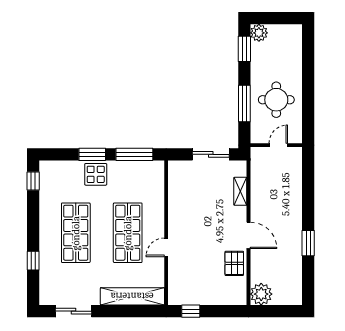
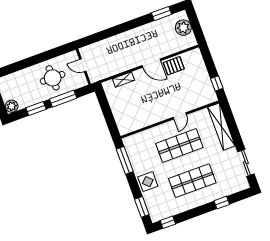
window: (244, 49) -> (36, 109), moved
window: (92, 154) -> (142, 207), moved
sliding door: (211, 154) -> (106, 109), removed
door: (248, 235) -> (151, 63), swing flipped
window: (308, 243) -> (162, 14), moved
door: (166, 247) -> (180, 116), hinge flipped
plant: (261, 294) -> (183, 28), moved

